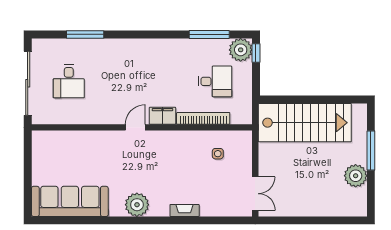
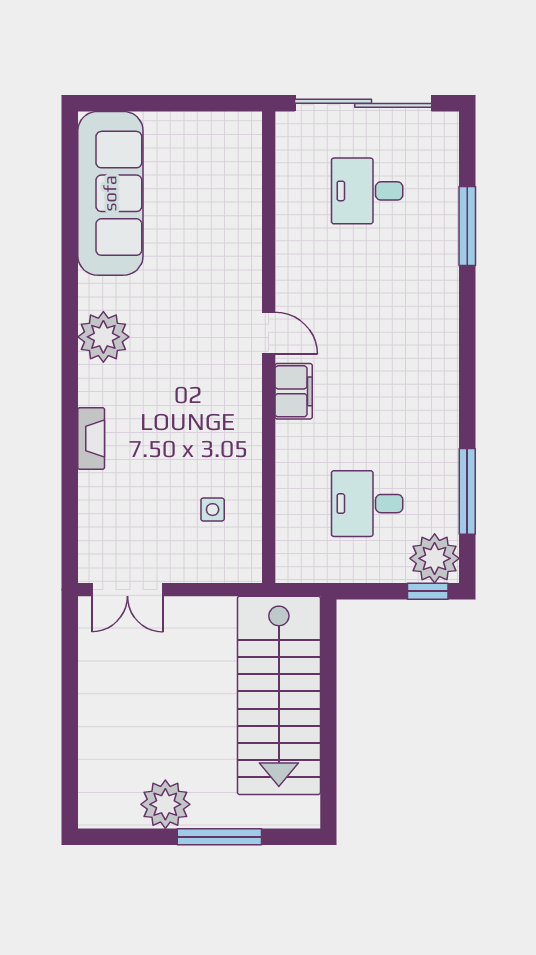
desk: (215, 81) -> (367, 504), turned 90
bookcase: (203, 118) -> (288, 478), removed

